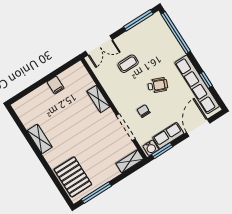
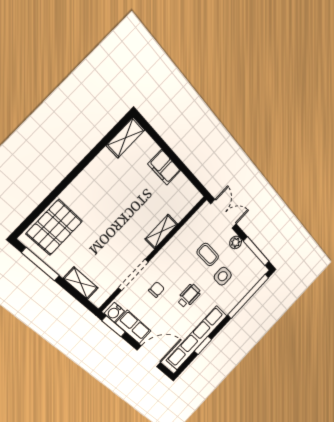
plant: (125, 38) -> (236, 242), added
double door: (99, 45) -> (224, 214), swing flipped
side table: (150, 53) -> (223, 276), added
filing cabinet: (56, 85) -> (164, 167), width x2.00
wheelchair: (158, 85) -> (189, 296), turned -112
shelving: (40, 139) -> (126, 138), moved
shelving: (130, 161) -> (81, 283), moved

